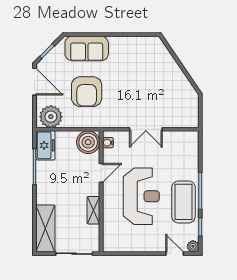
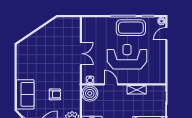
armchair: (87, 92) -> (55, 94), width x0.53, depth x0.53

